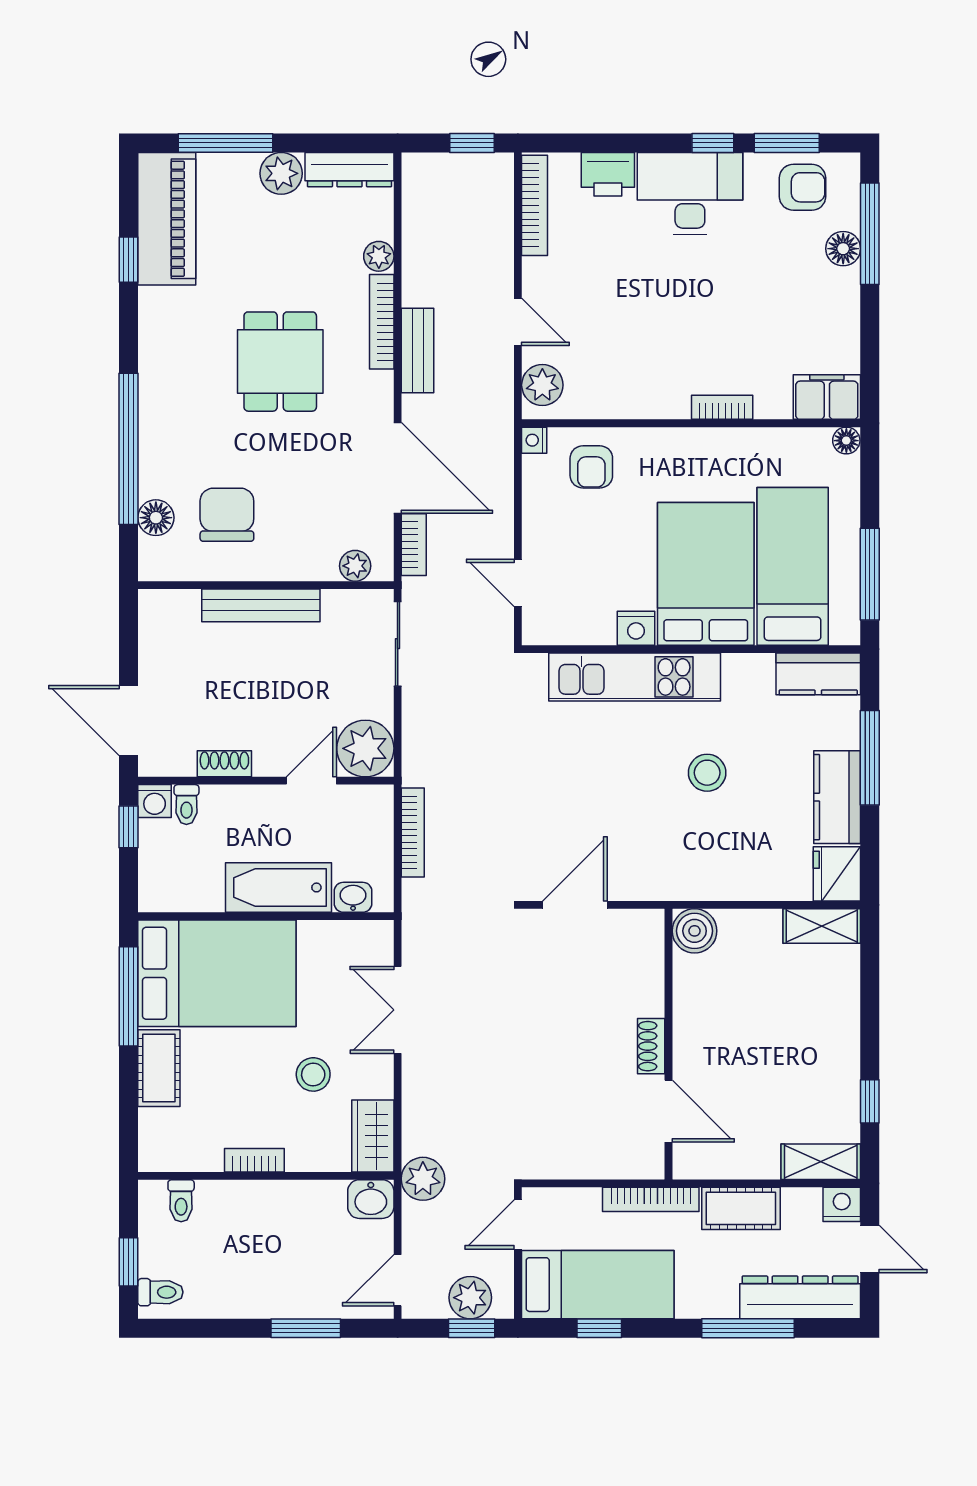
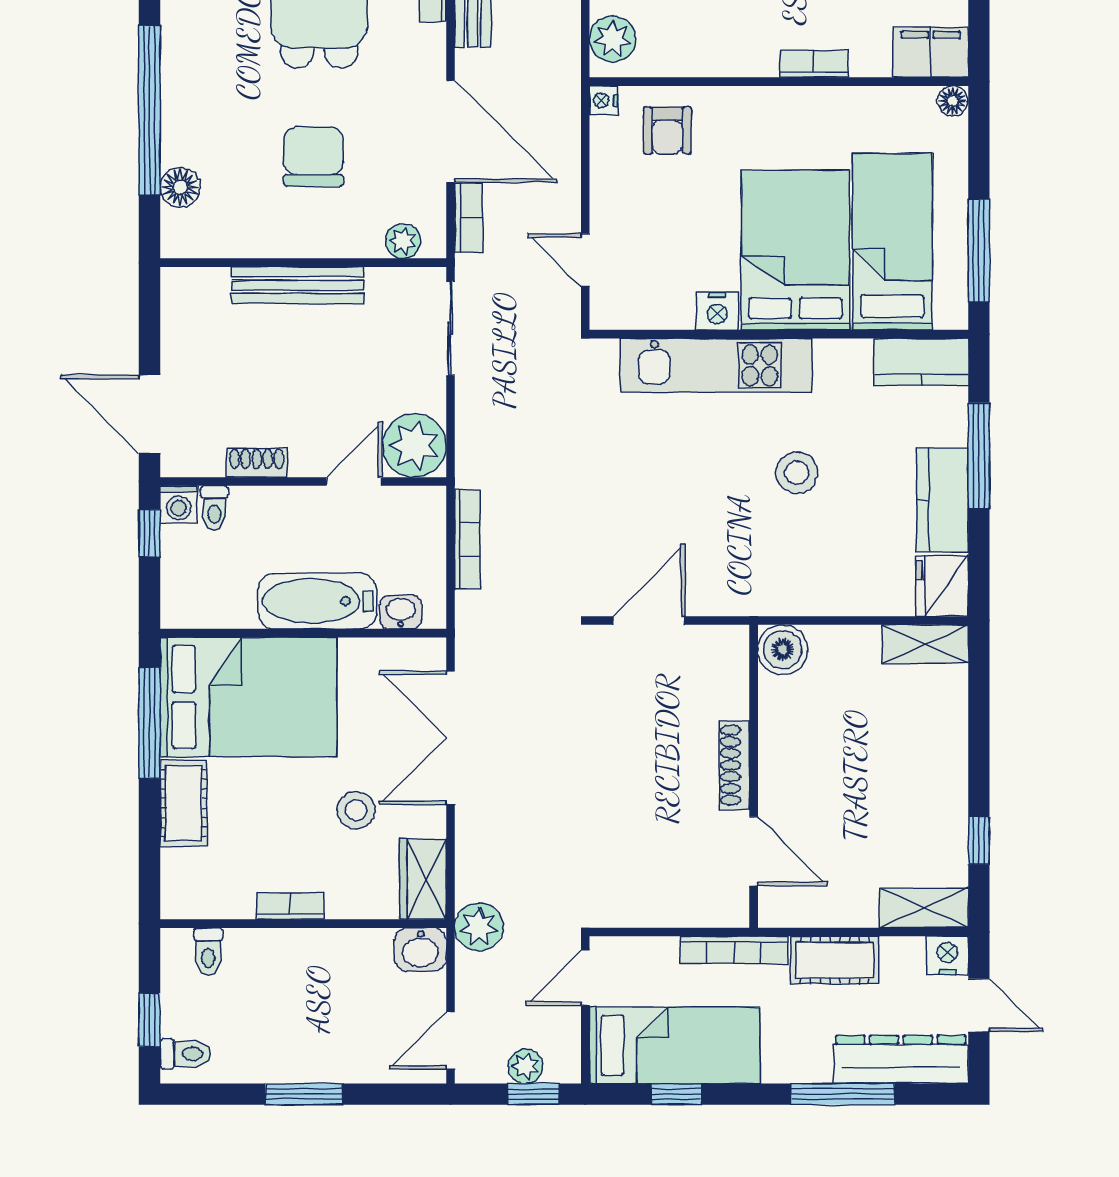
chair: (227, 515) -> (314, 156), moved
double door: (398, 1010) -> (451, 738), width x1.37
shoe rack: (651, 1046) -> (734, 765), width x1.43
plant: (470, 1298) -> (525, 1066), width x0.73, depth x0.73
window: (306, 1328) -> (304, 1094), moved

